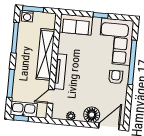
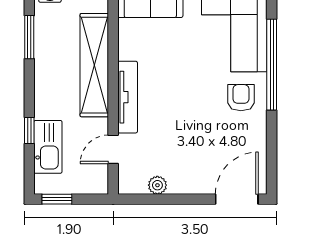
window: (15, 38) -> (29, 37), width x0.69
window: (11, 83) -> (29, 131), width x0.46
kitchen sink: (24, 109) -> (48, 147), moved, turned 90
floor lamp: (92, 115) -> (199, 179), removed

